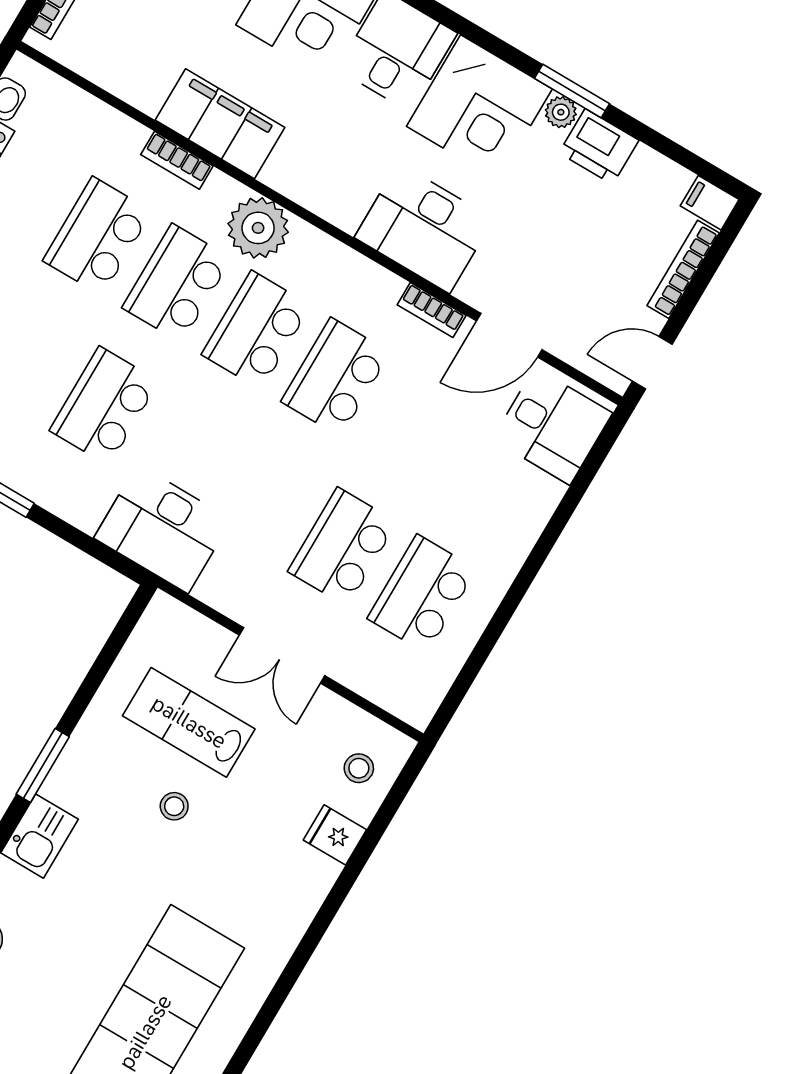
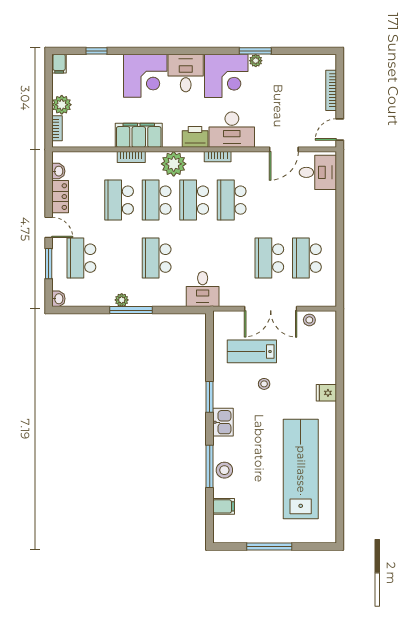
printer: (599, 147) -> (195, 137), moved, turned 180
filing cabinet: (710, 203) -> (327, 61), removed
bookcase: (432, 310) -> (218, 157), moved
desk: (163, 529) -> (203, 289), width x0.73
double door: (282, 655) -> (271, 309), width x1.37
stool: (359, 768) -> (309, 320), moved
fridge: (335, 835) -> (326, 393), moved

